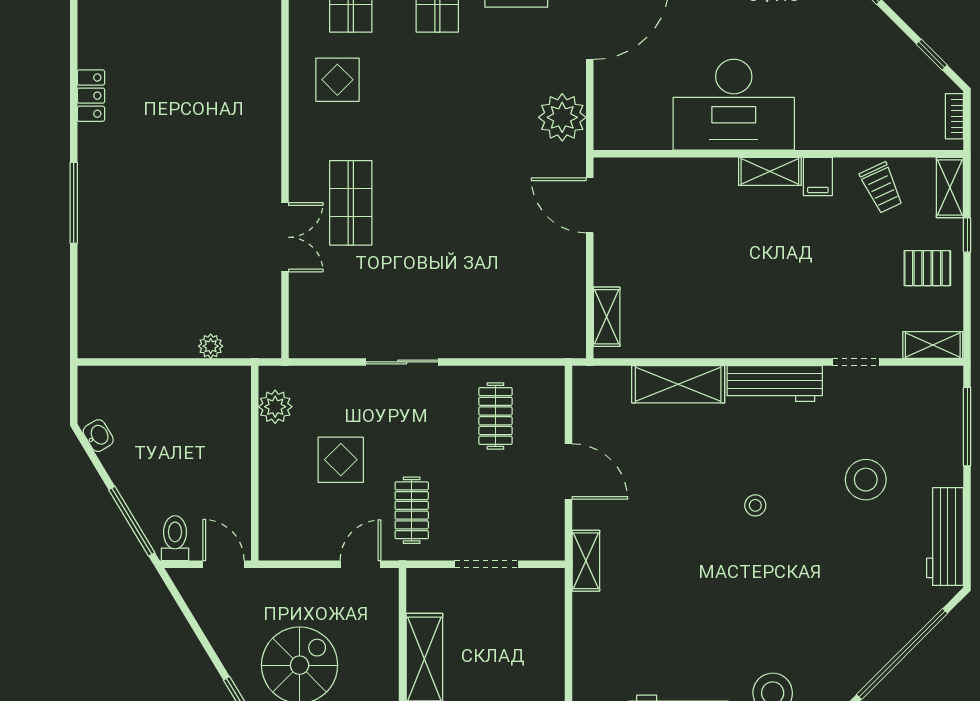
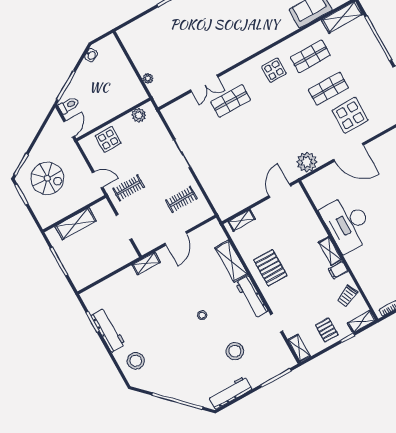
pallet: (736, 312) -> (270, 268), added
display table: (341, 460) -> (108, 139), moved

